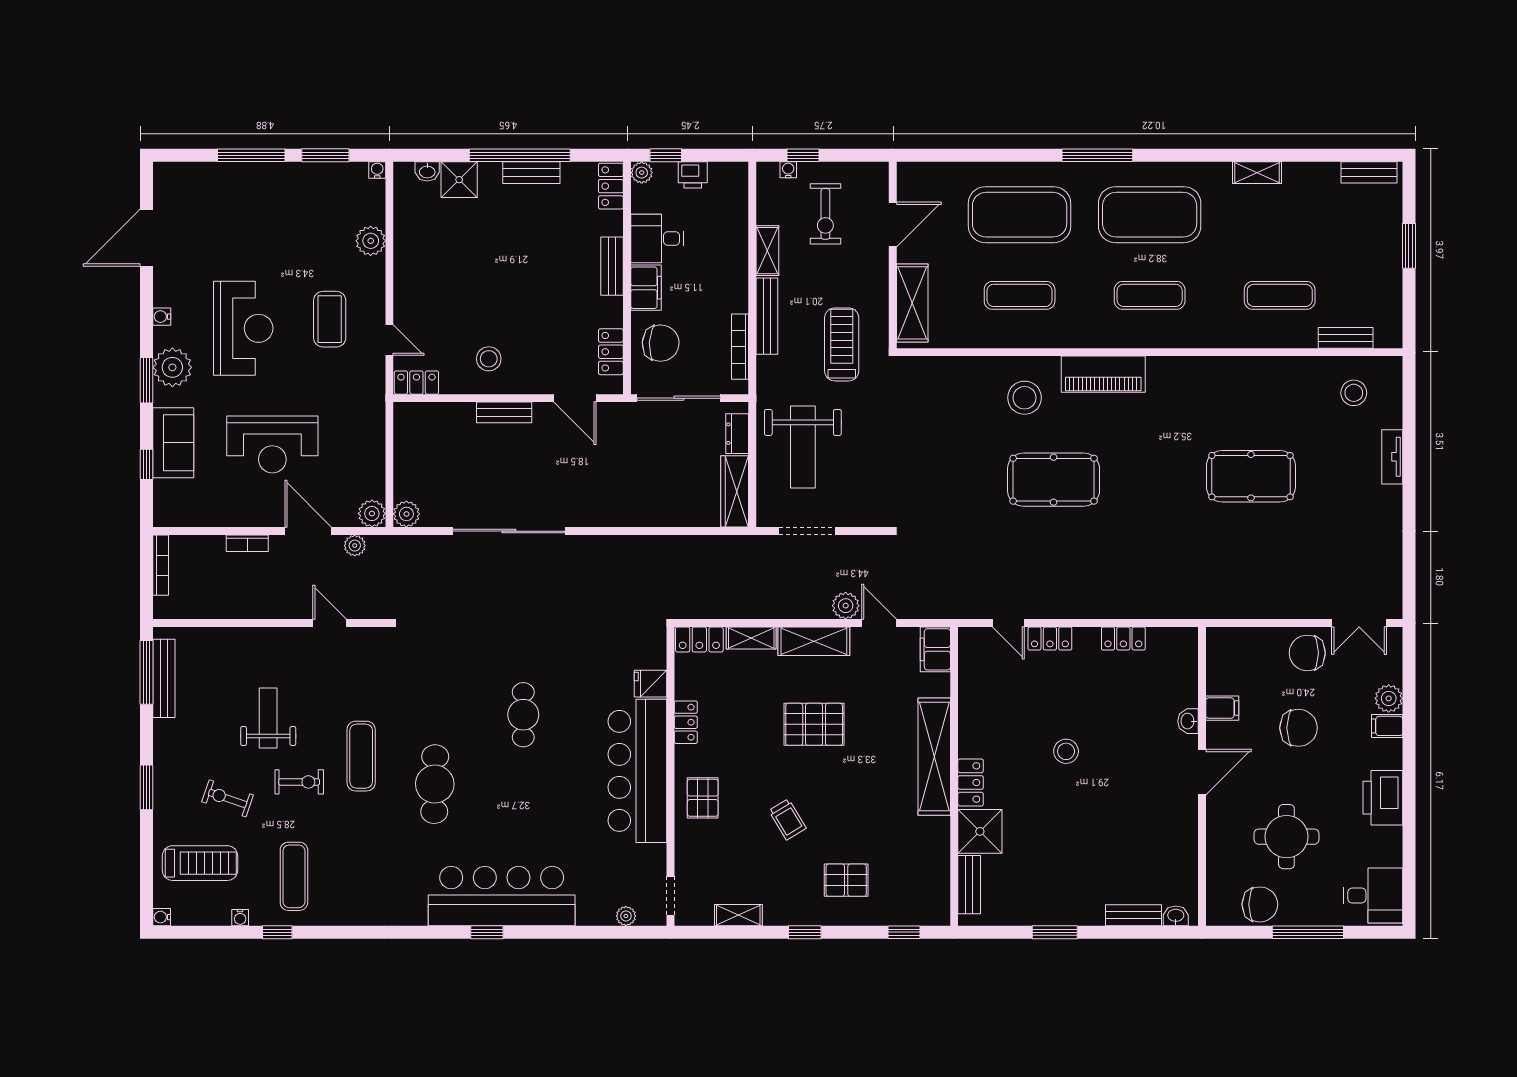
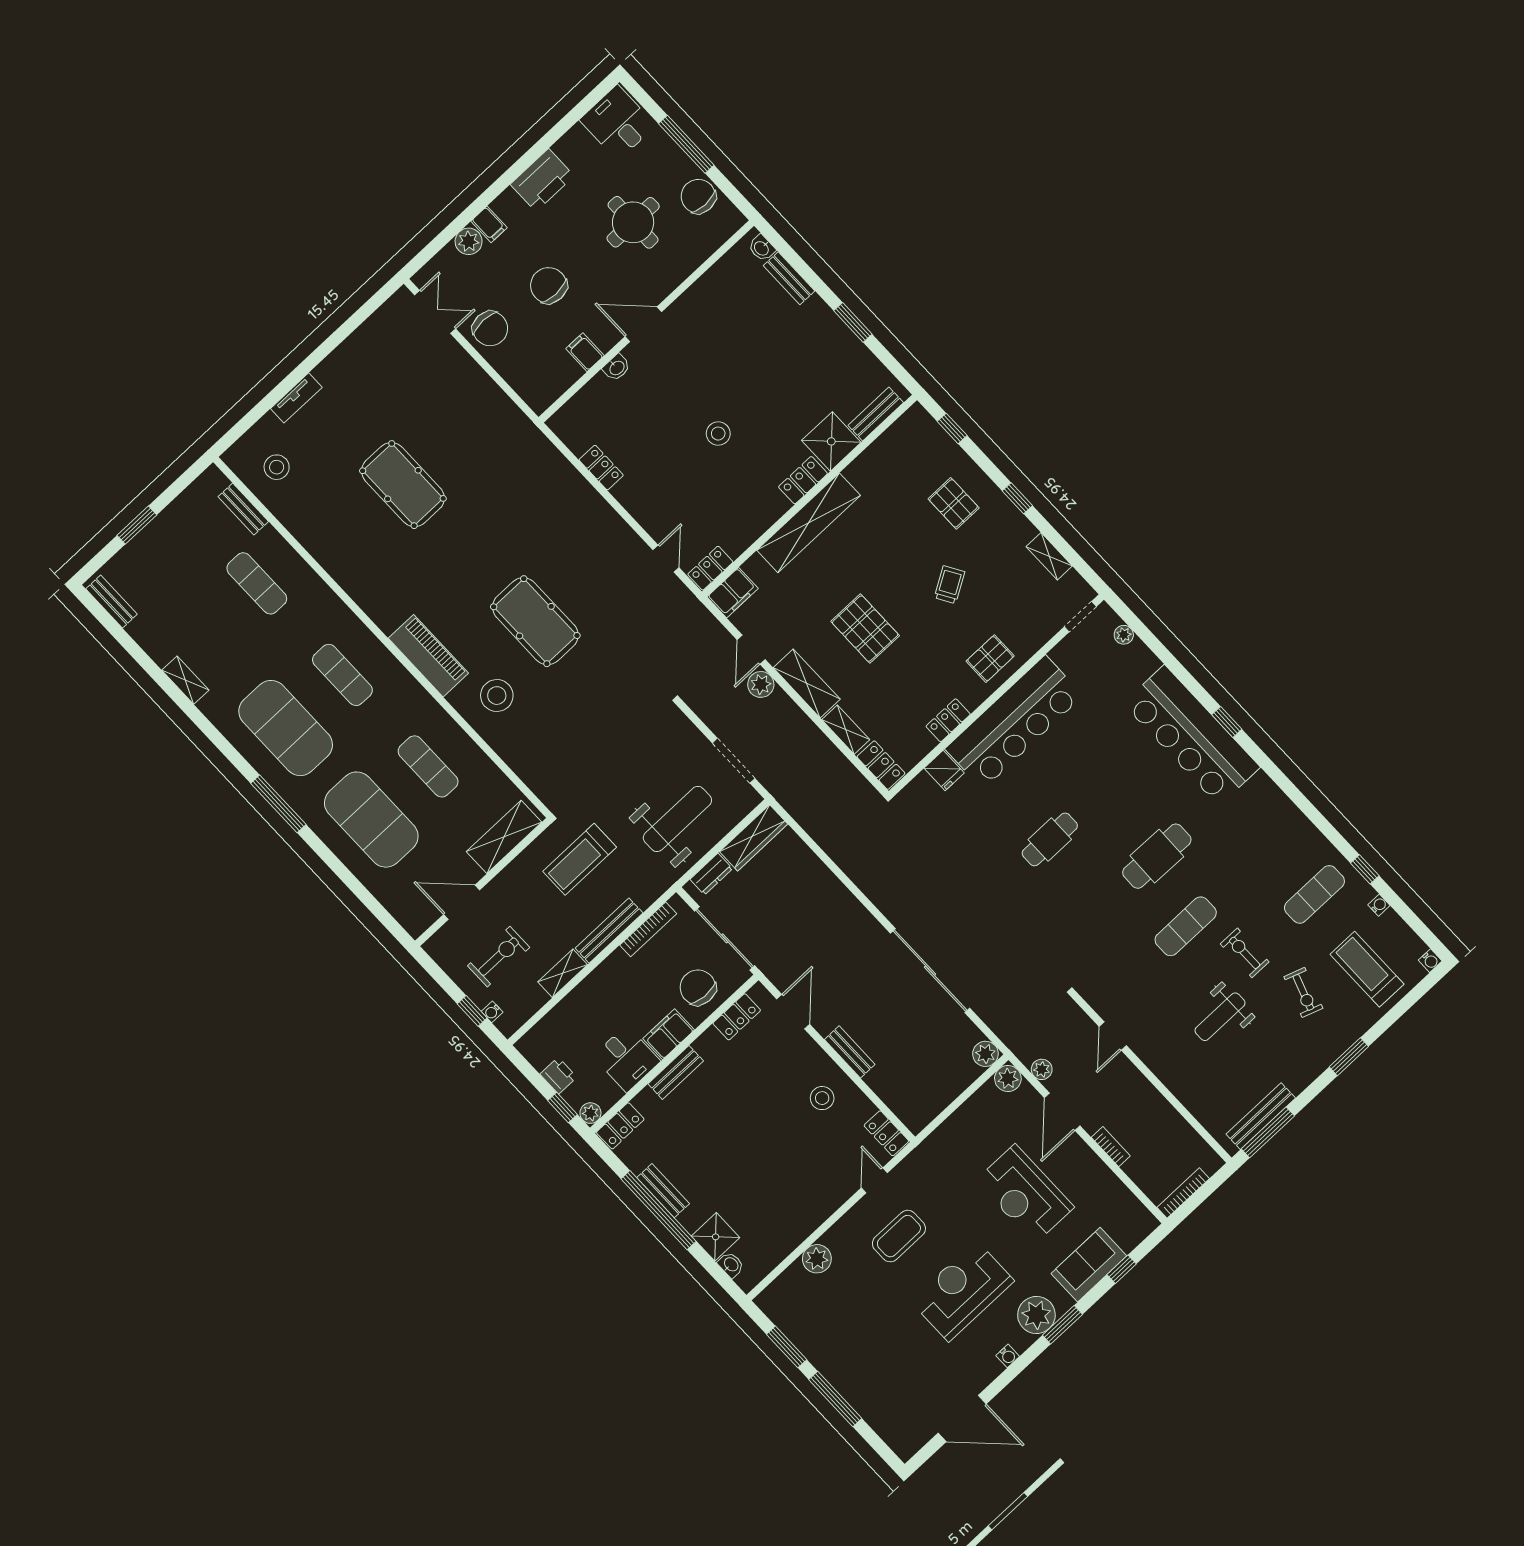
water cooler: (377, 170) -> (763, 1301), removed
reception desk: (272, 444) -> (1025, 1194), turned 180
locker: (1050, 638) -> (710, 568), moved, turned -90

